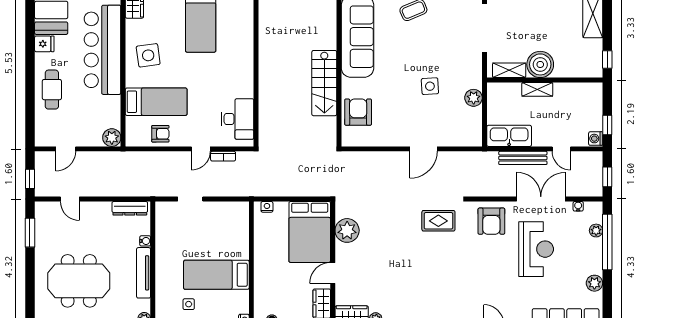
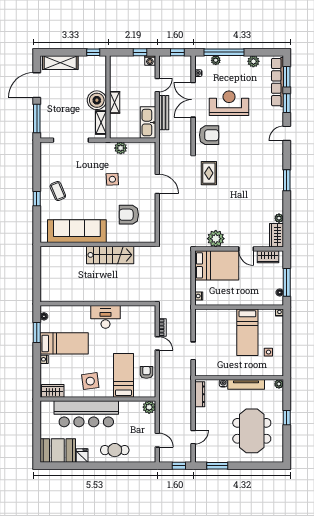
armchair: (358, 112) -> (129, 215), moved
desk: (238, 119) -> (106, 317), moved

